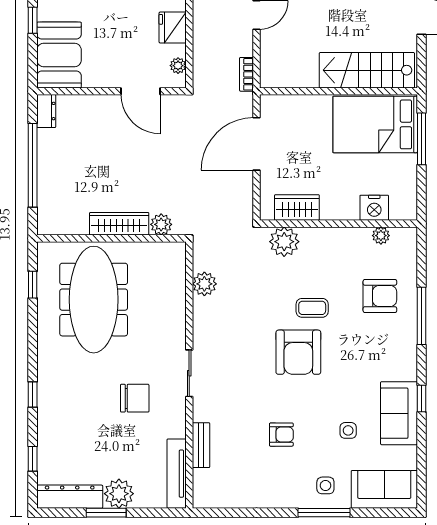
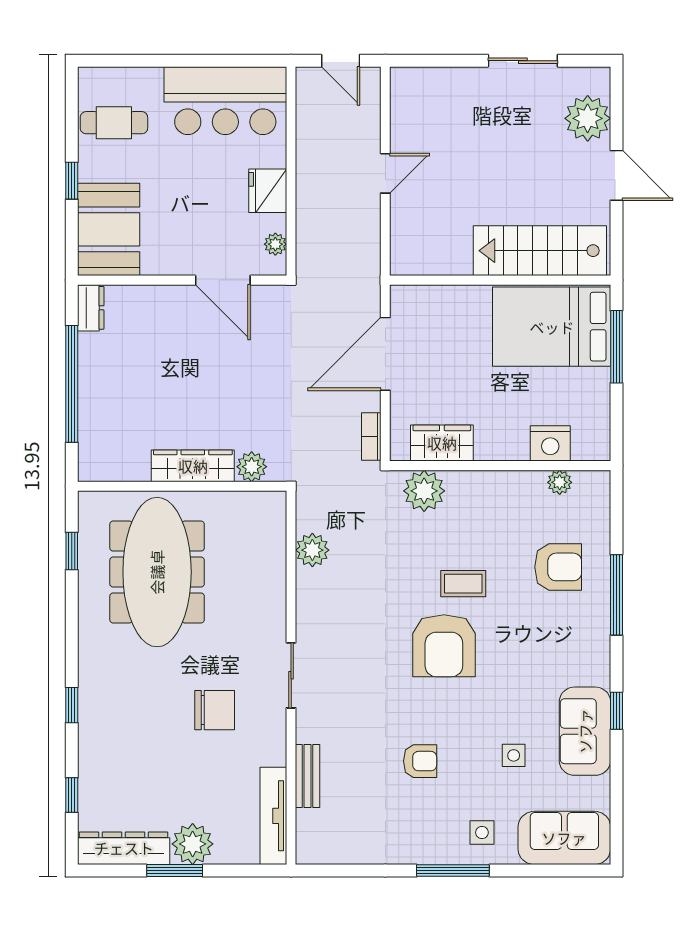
bookcase: (247, 74) -> (371, 437), moved
window: (324, 513) -> (453, 871), moved

